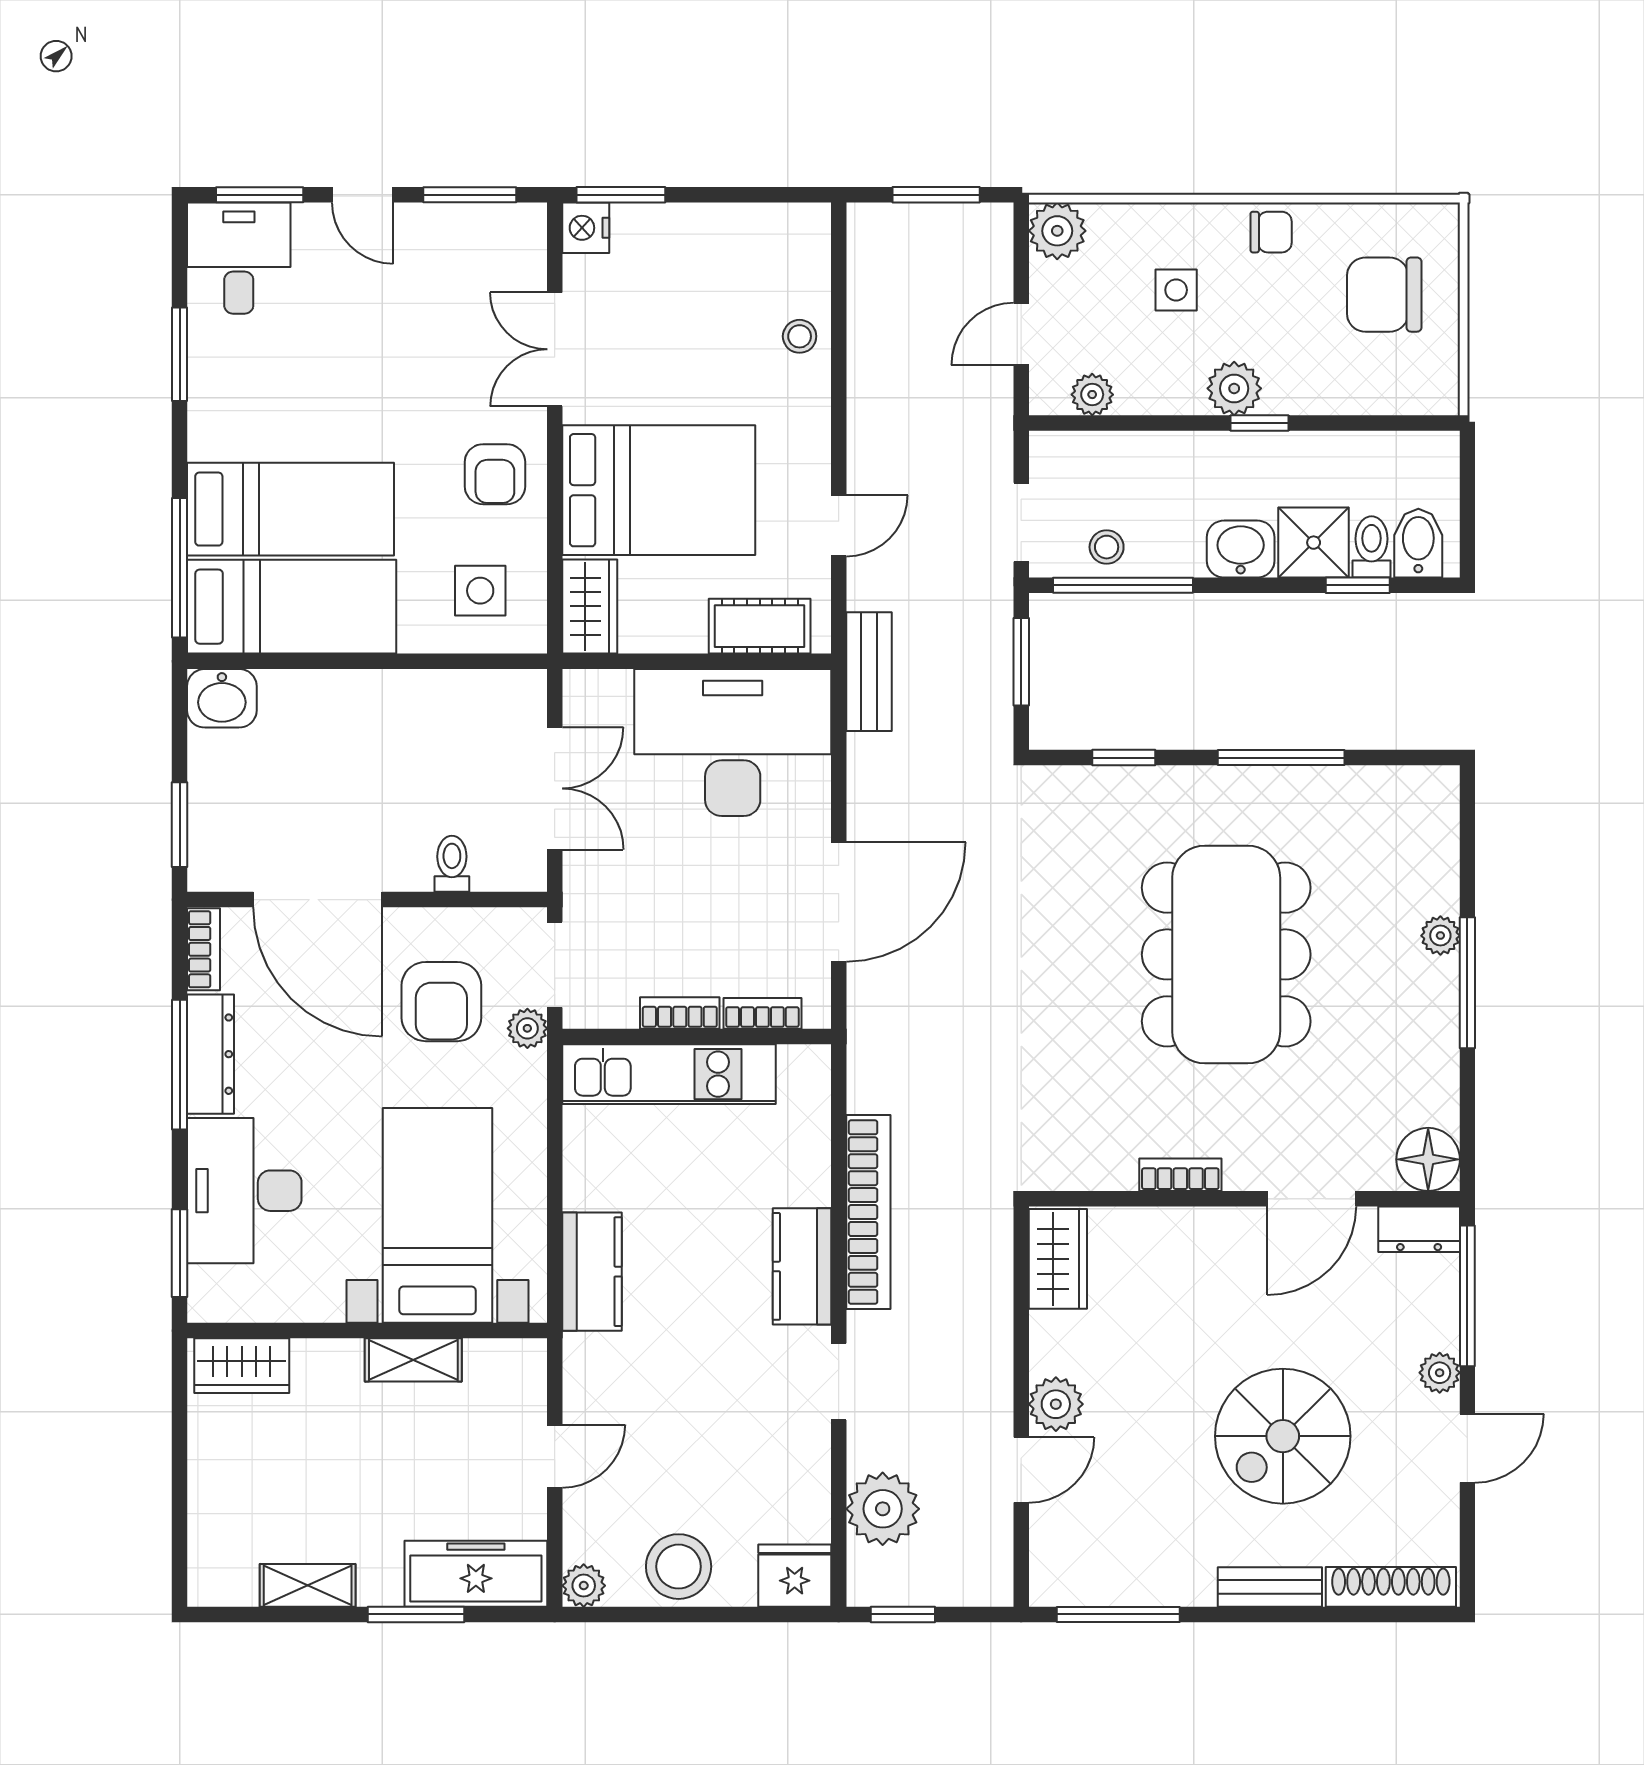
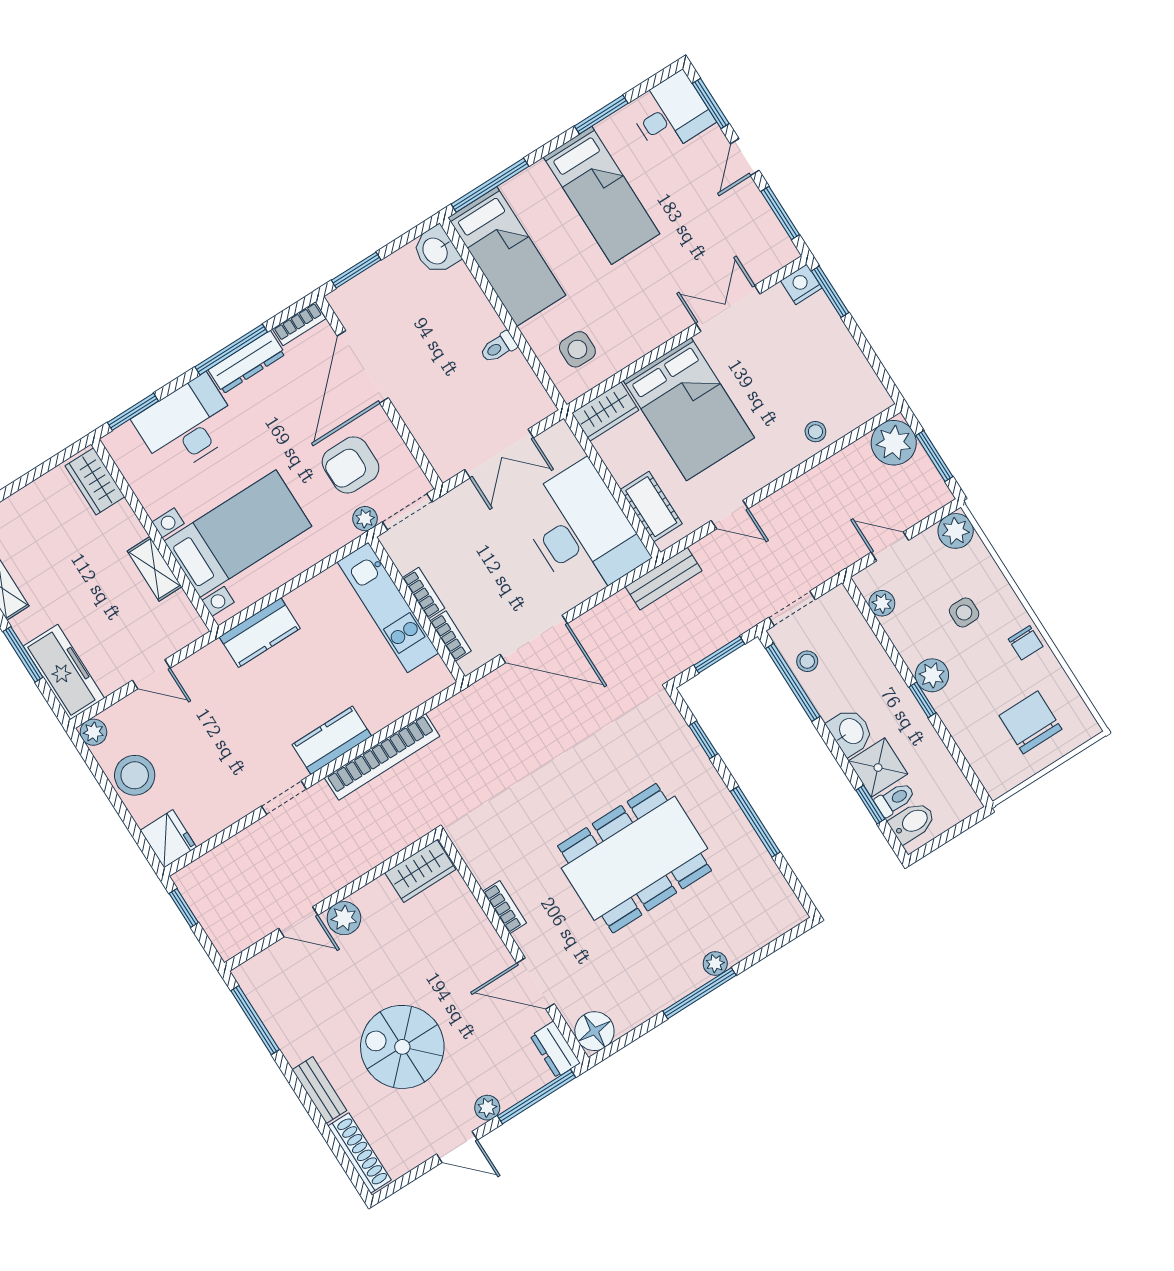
armchair: (495, 474) -> (643, 319), removed
bed: (290, 509) -> (602, 195), moved
toilet: (452, 864) -> (498, 347), moved, turned 180
plant: (883, 1509) -> (894, 443), moved

